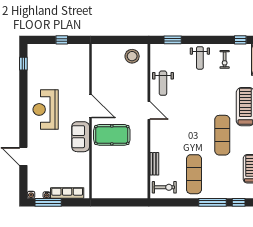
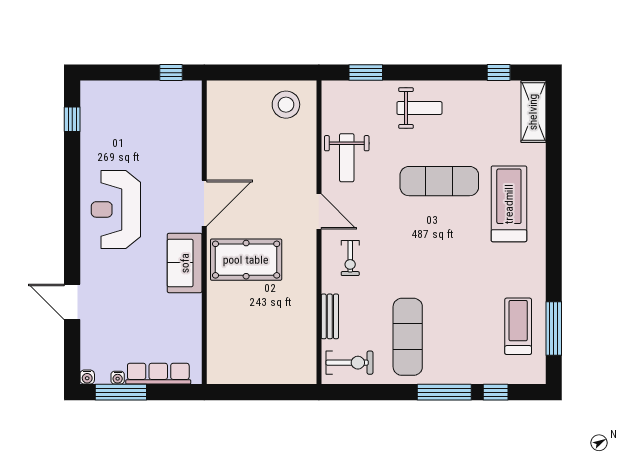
window: (62, 40) -> (171, 73), moved
weight bench: (200, 58) -> (419, 108), turned -90
exercise bike: (225, 59) -> (350, 258), moved
door: (91, 106) -> (204, 203), hinge flipped
exercise mat: (222, 135) -> (439, 181), moved, turned 90

